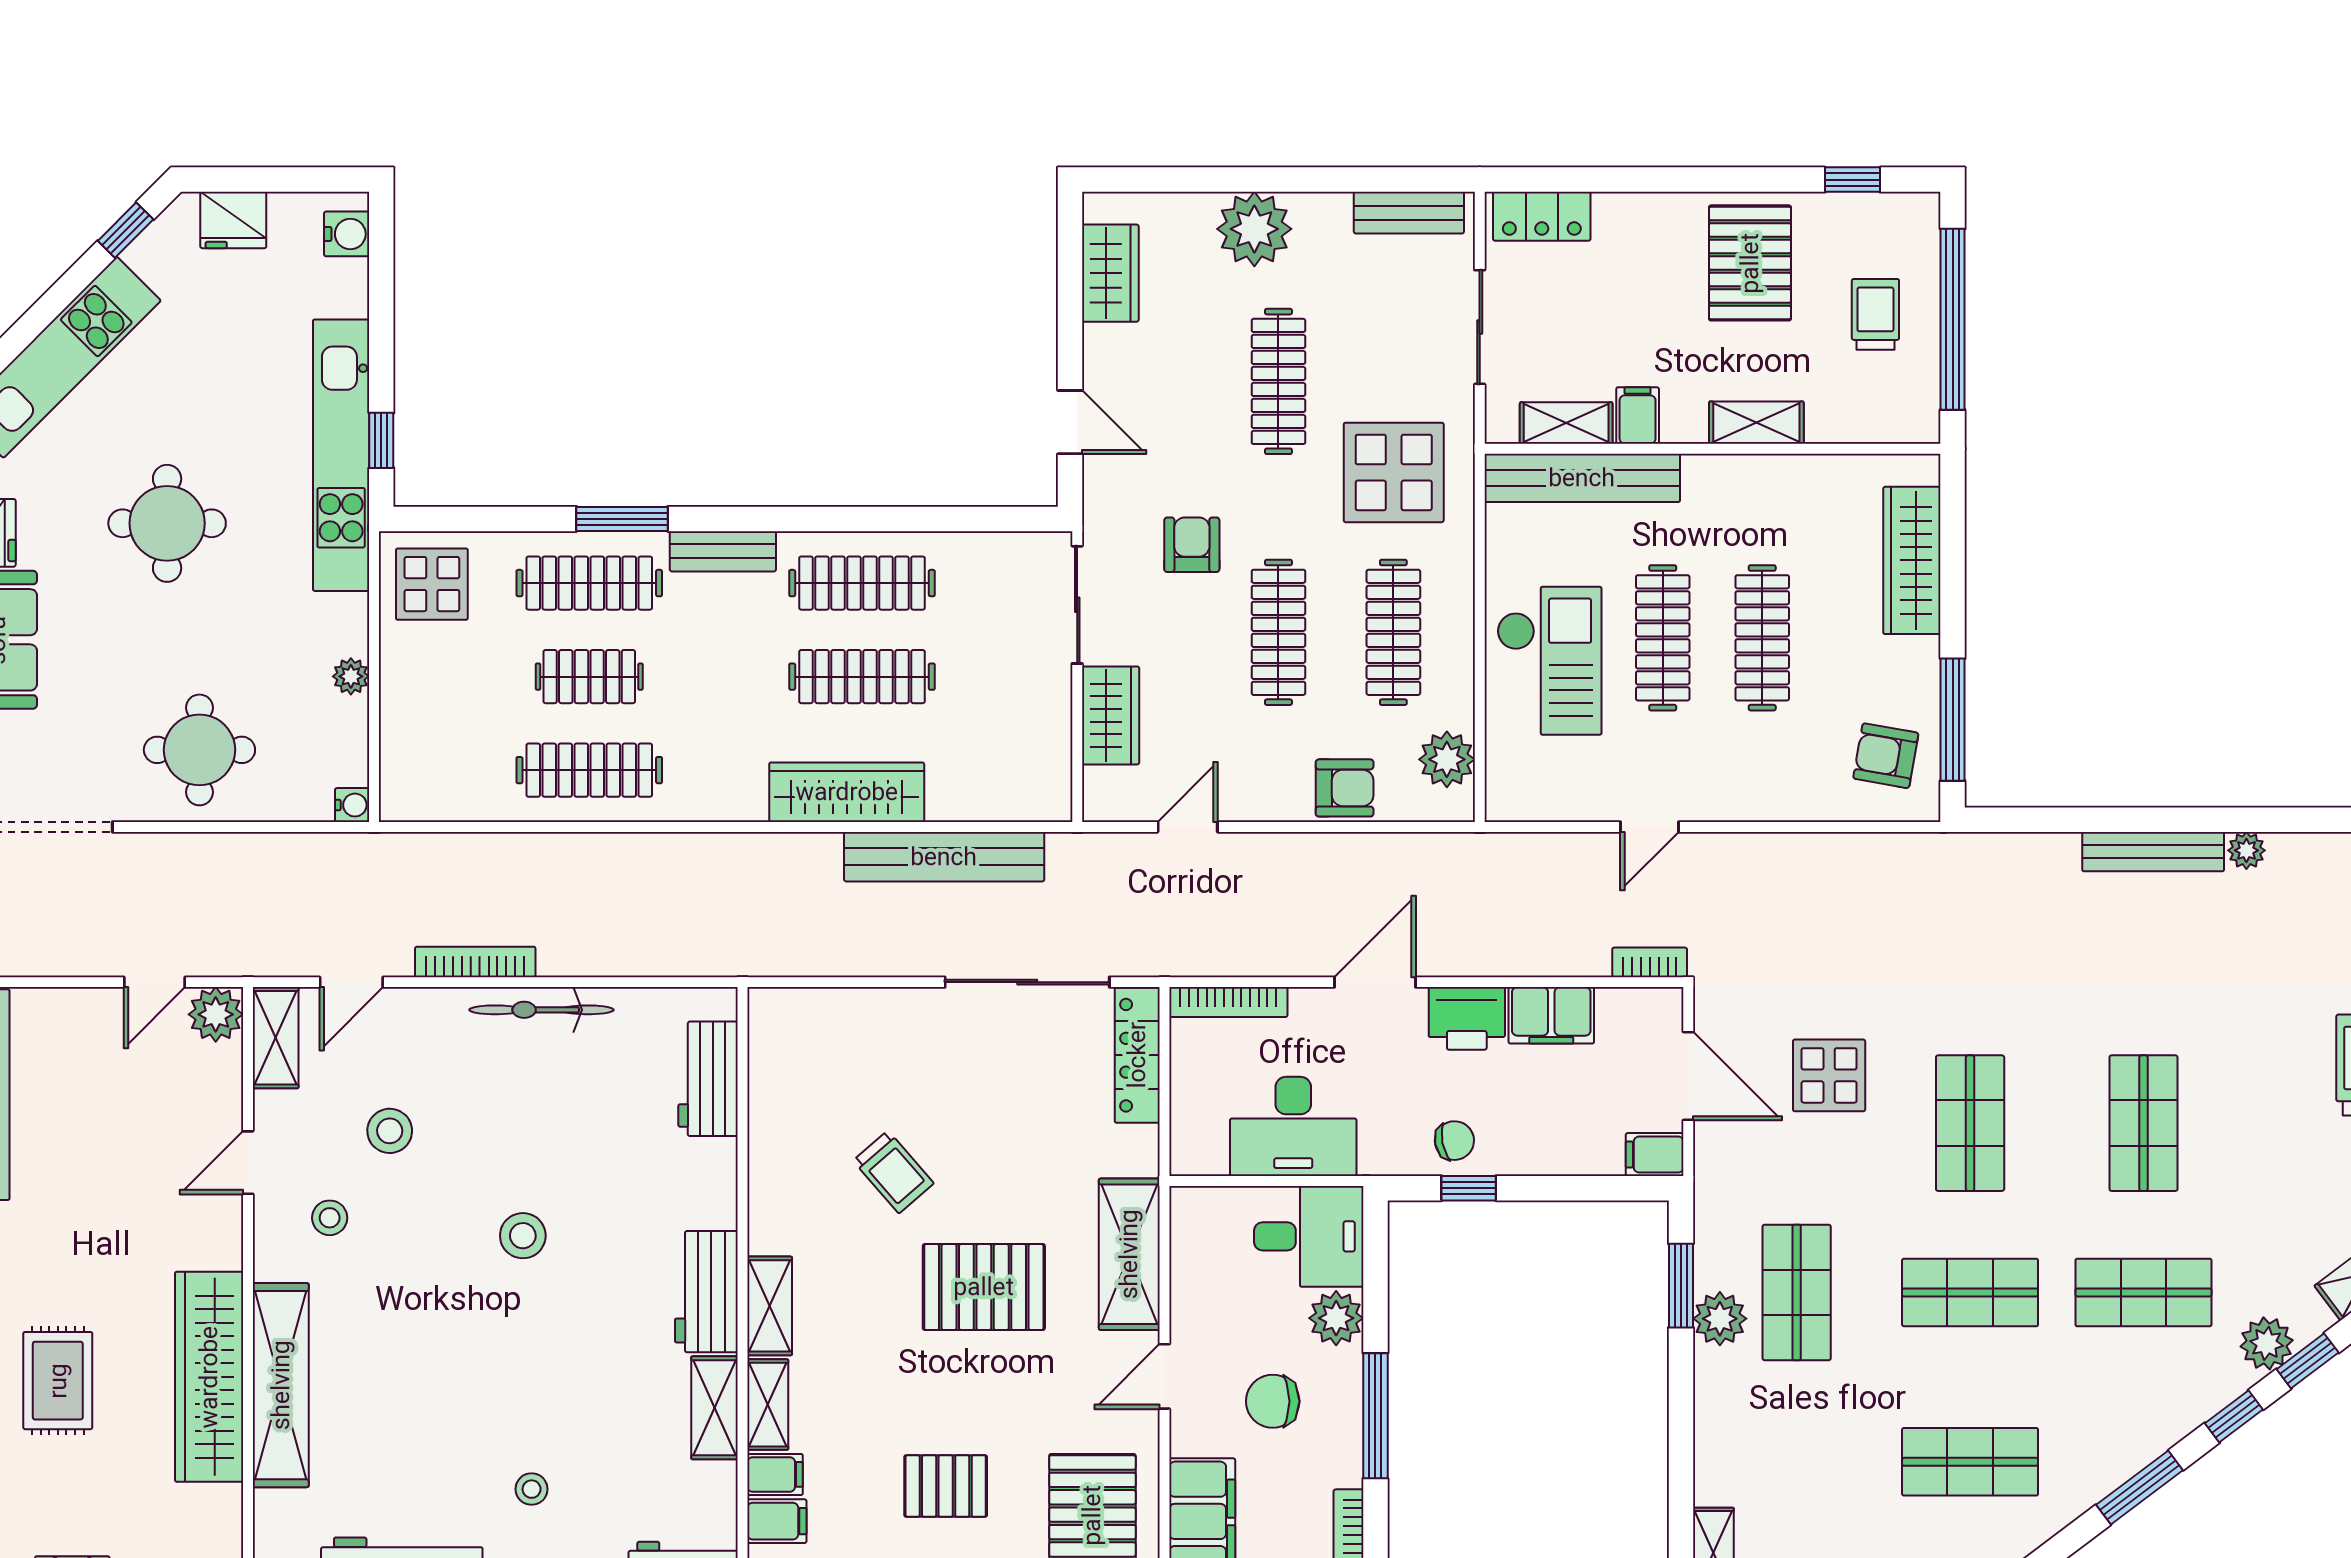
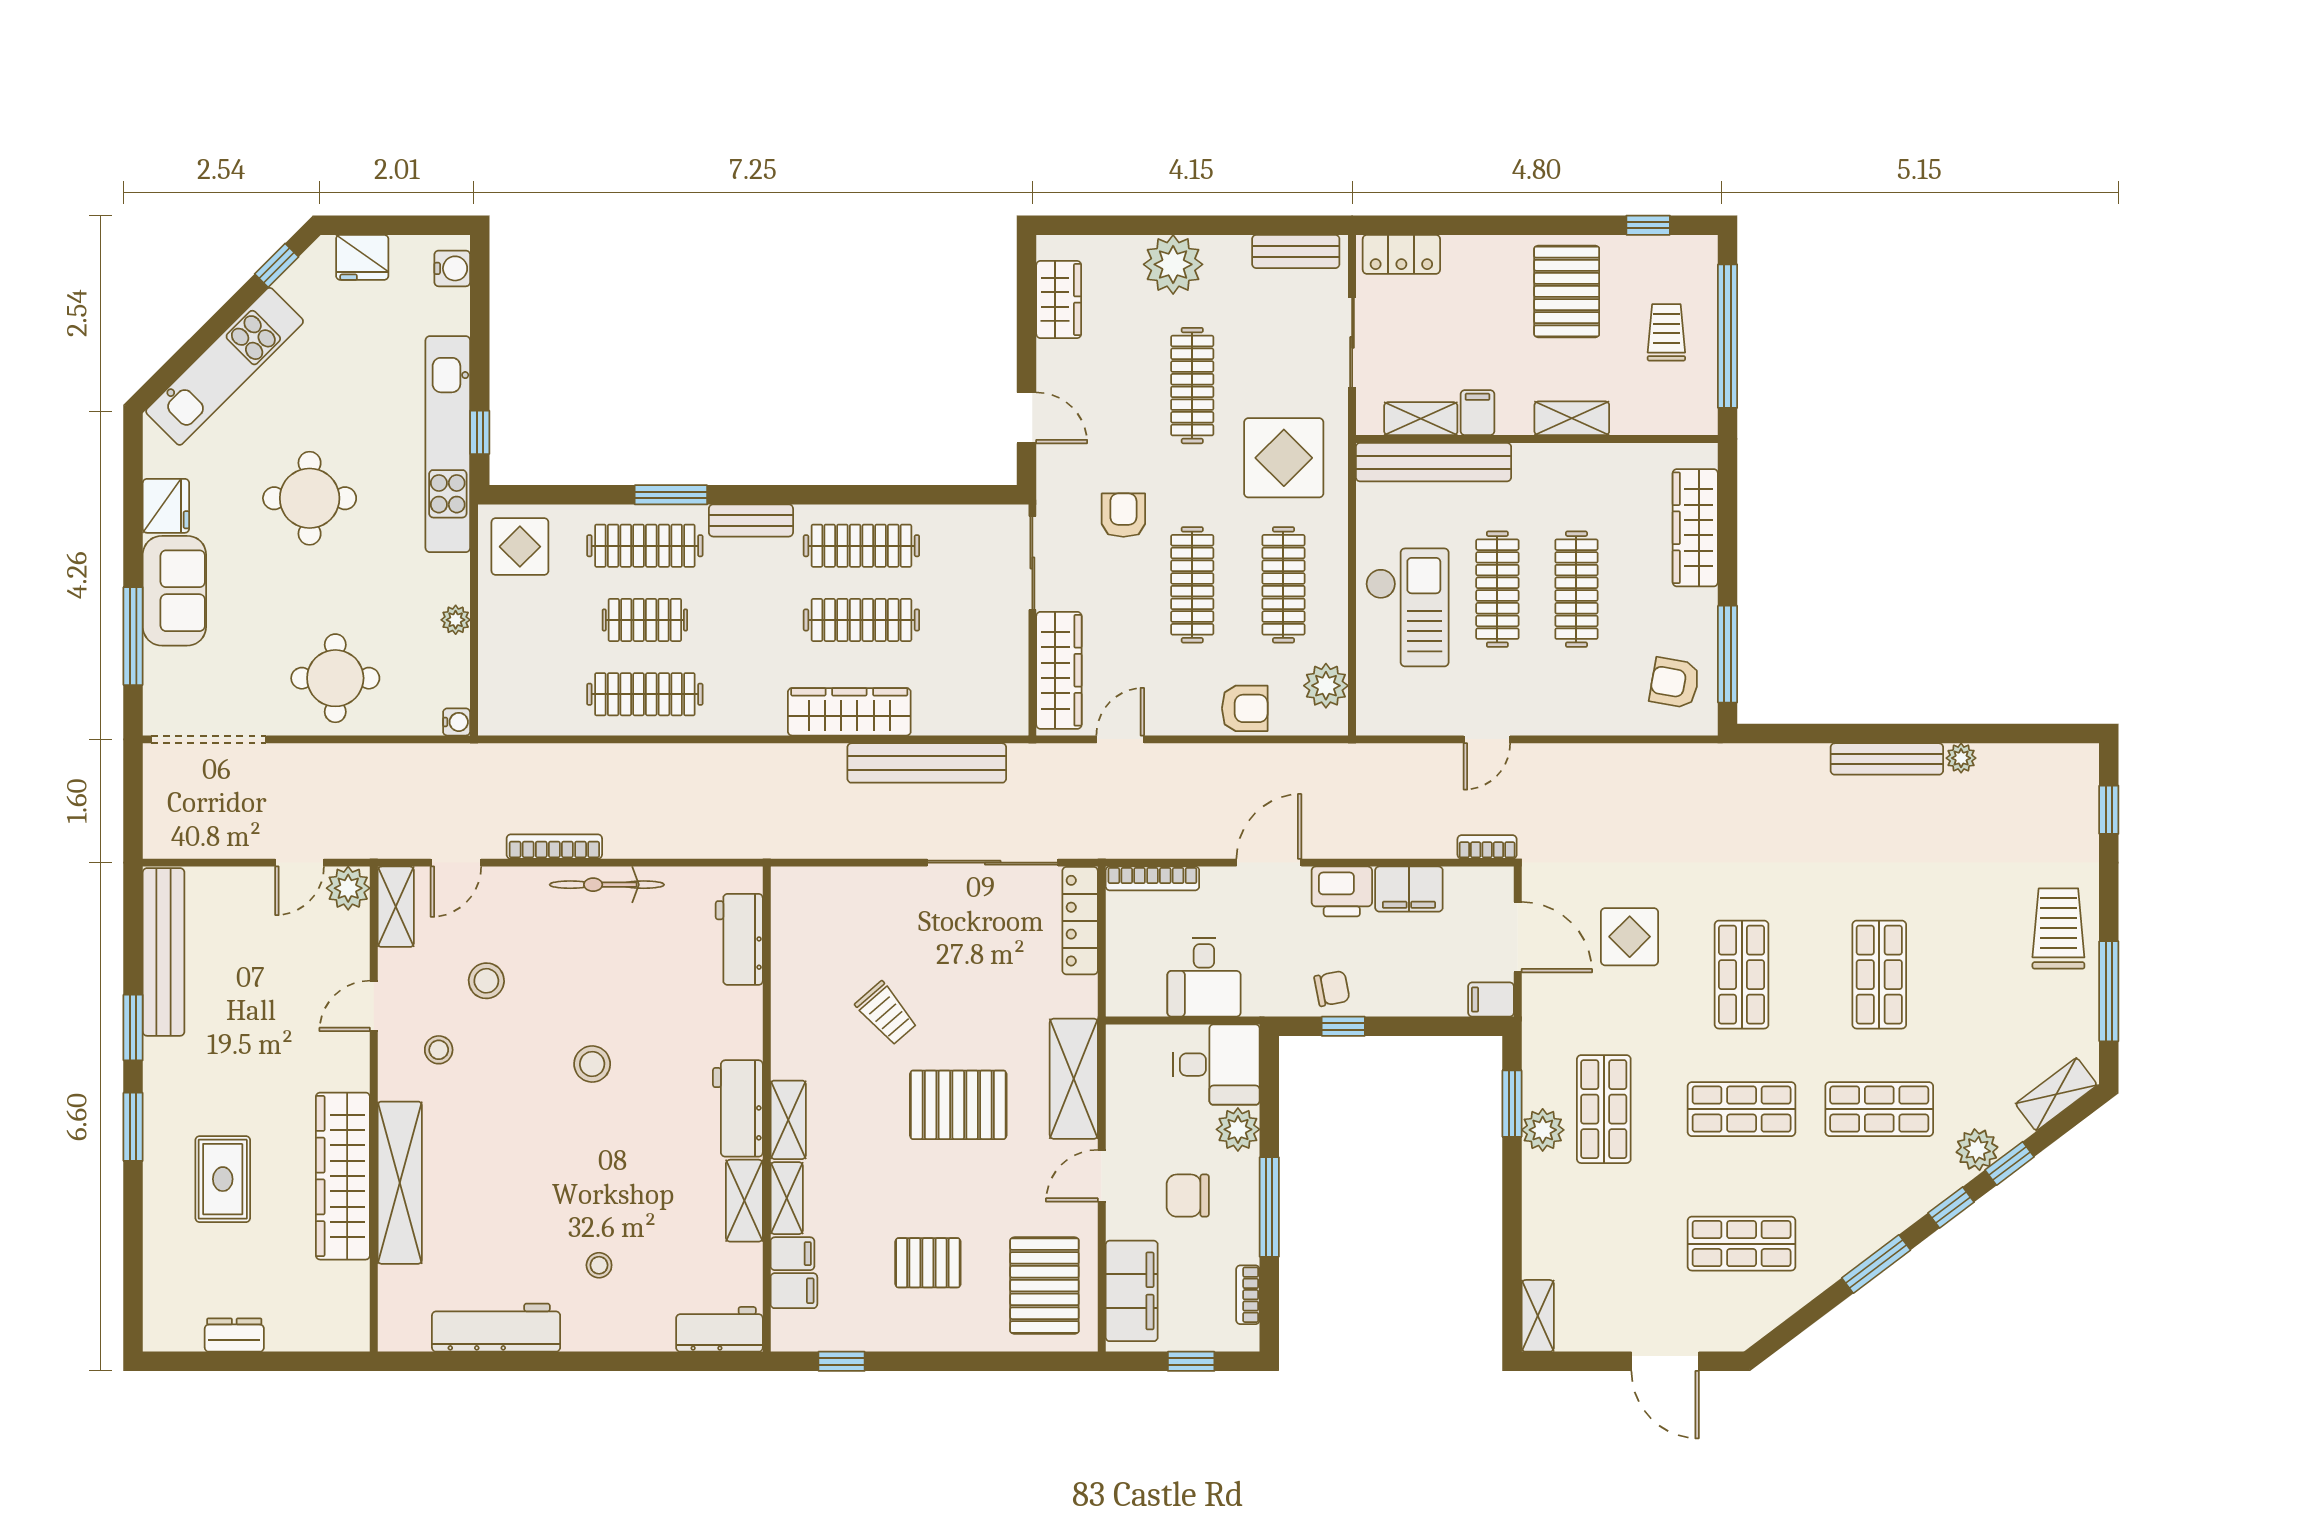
wardrobe: (1111, 715) -> (1059, 670), width x1.50
desk: (1293, 1126) -> (1204, 977), width x0.73

